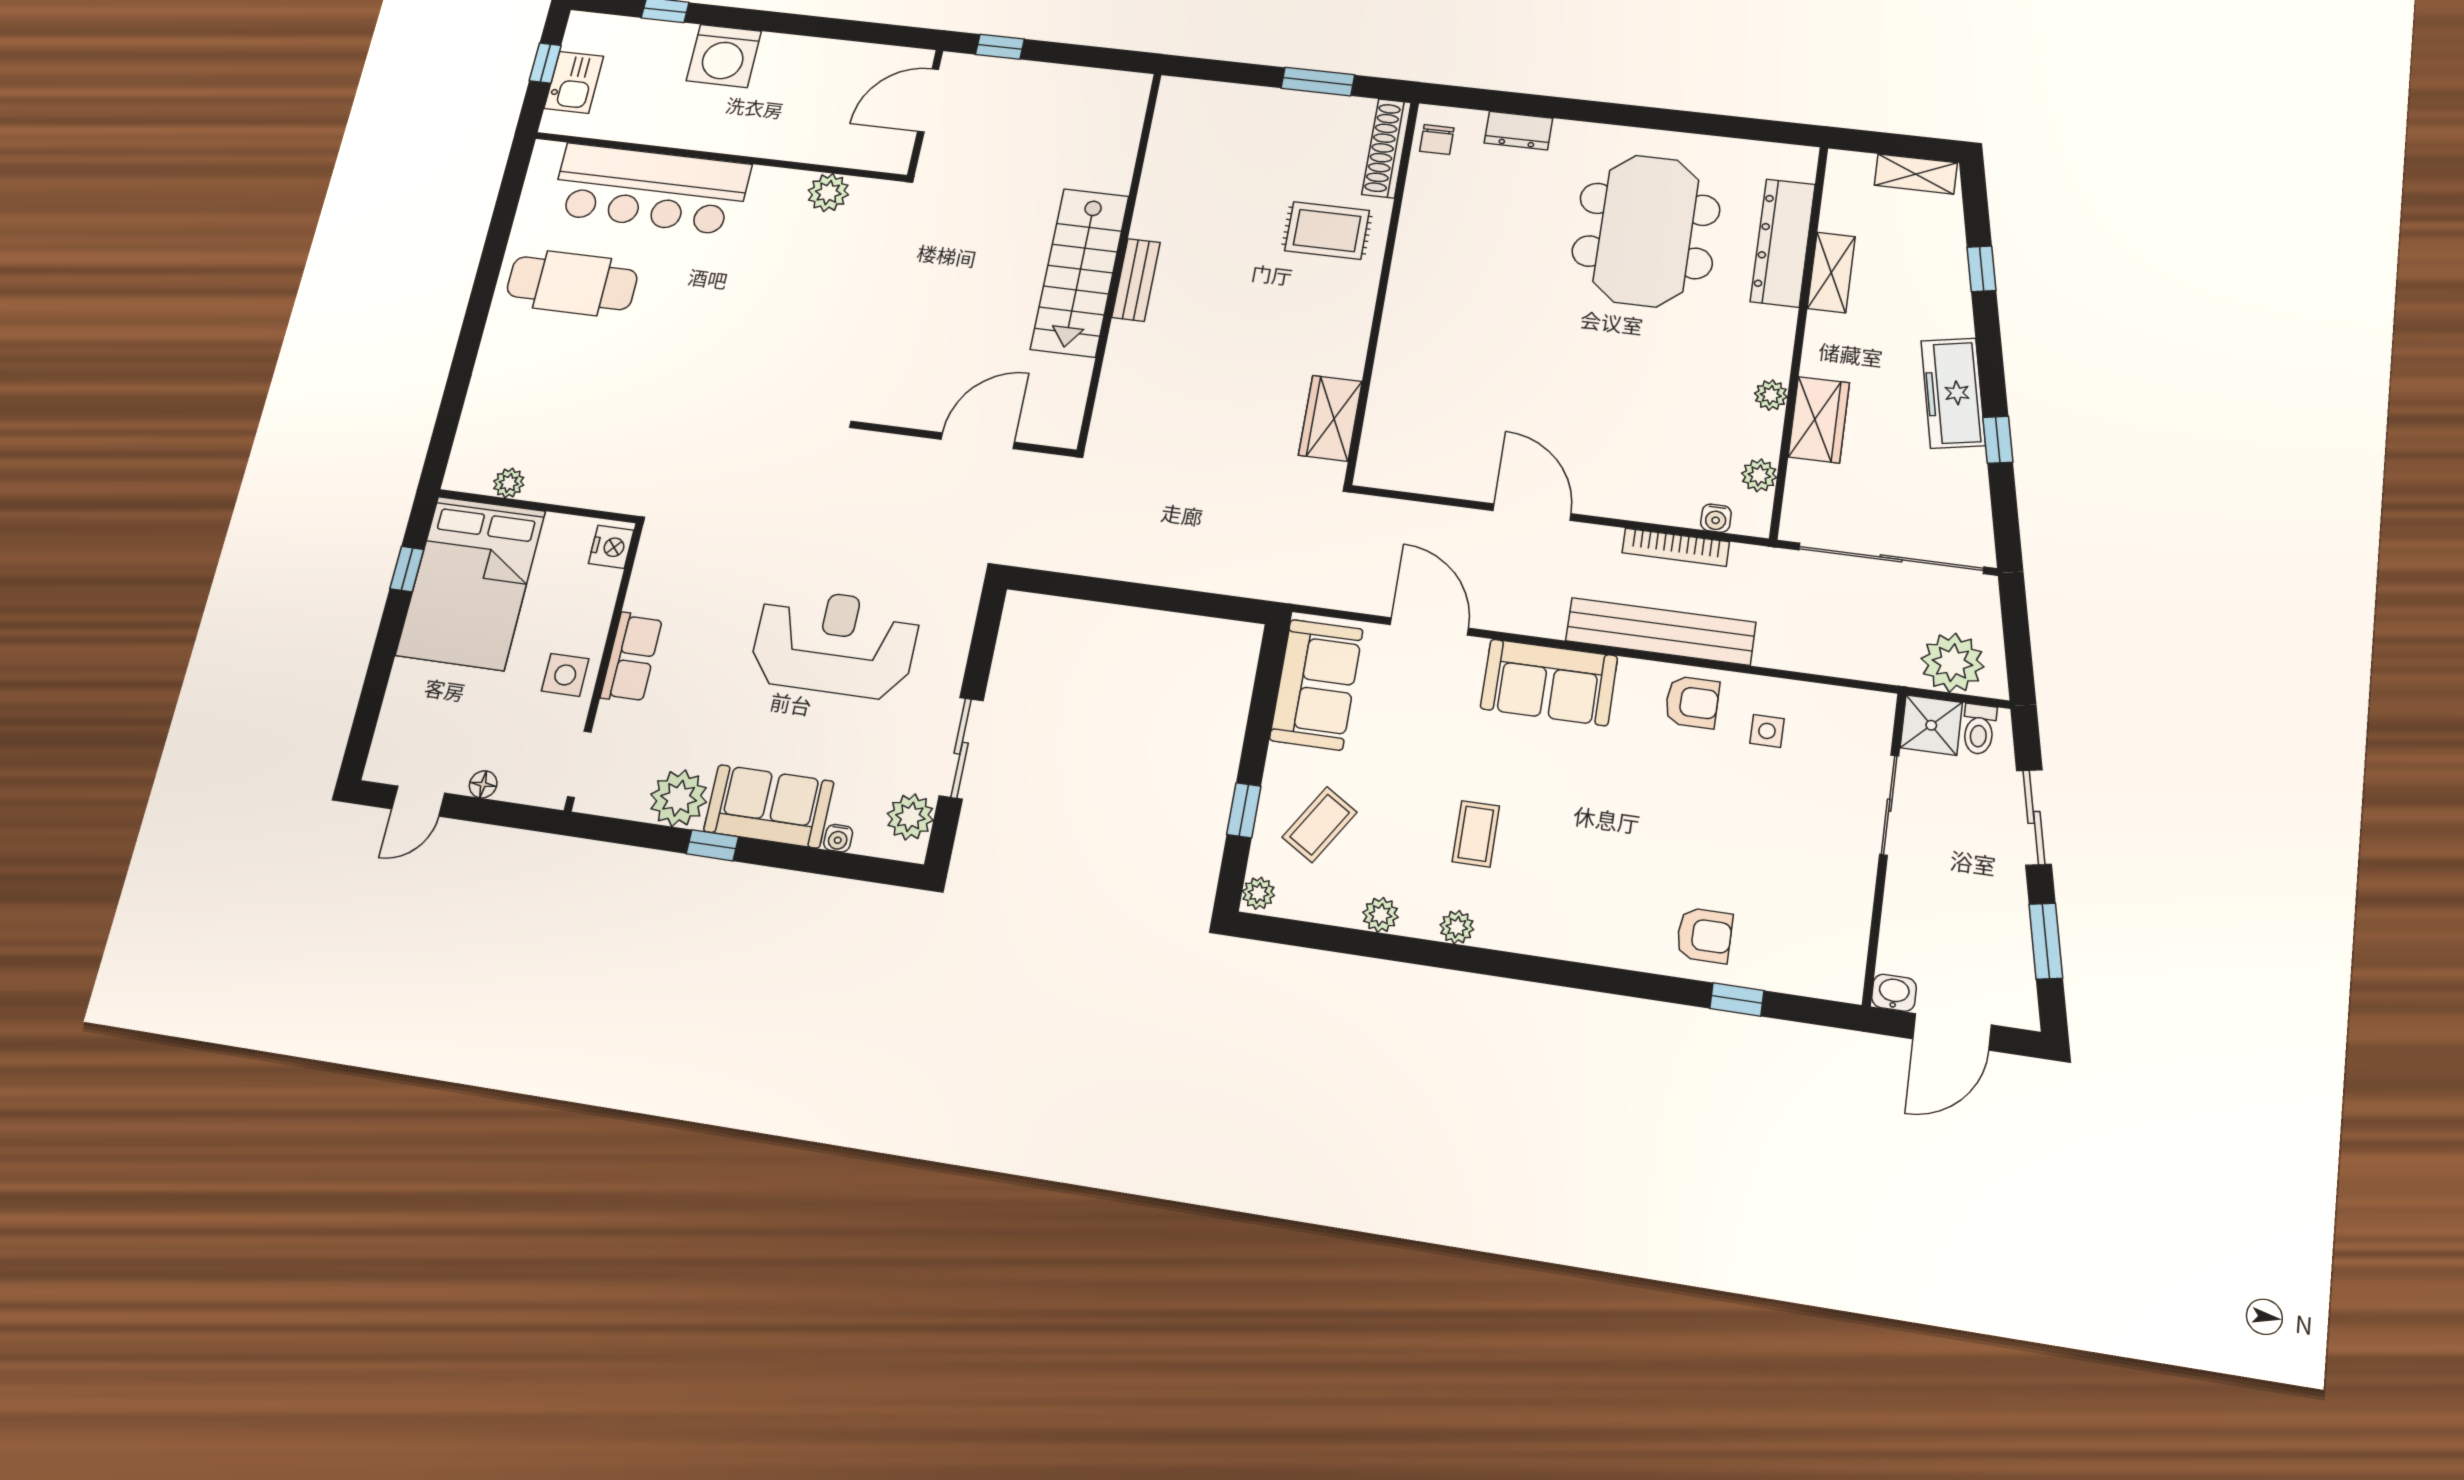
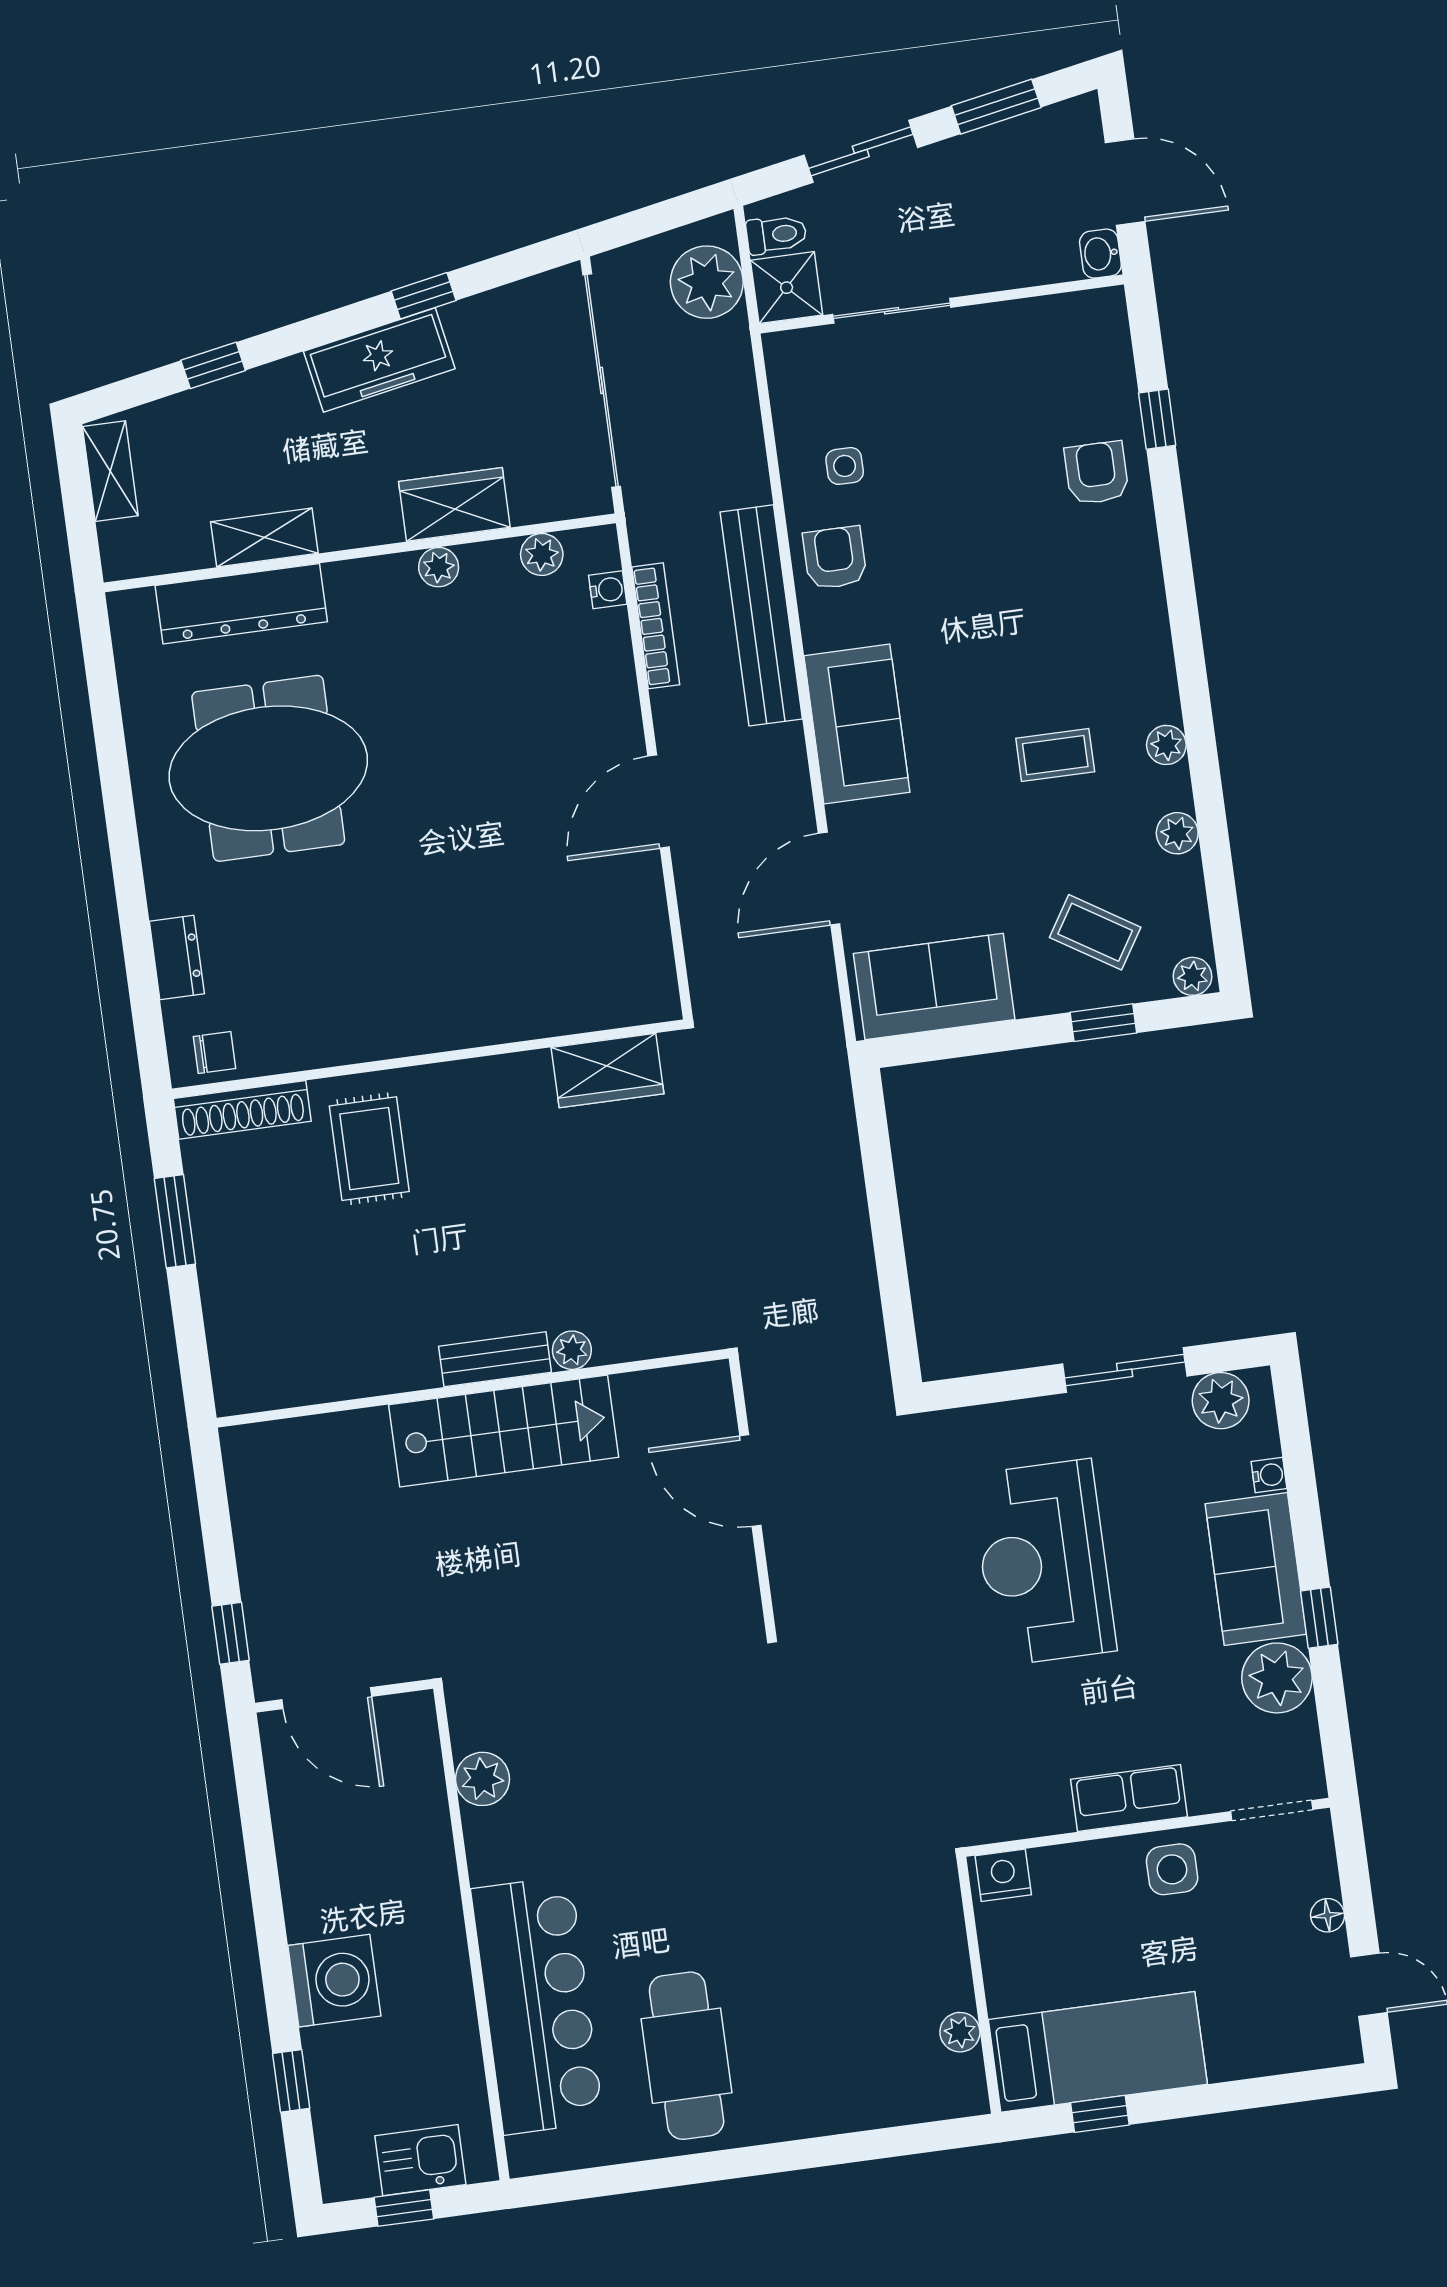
plant: (1123, 337) -> (572, 1350), added
bed: (471, 583) -> (1098, 2052), width x0.67

